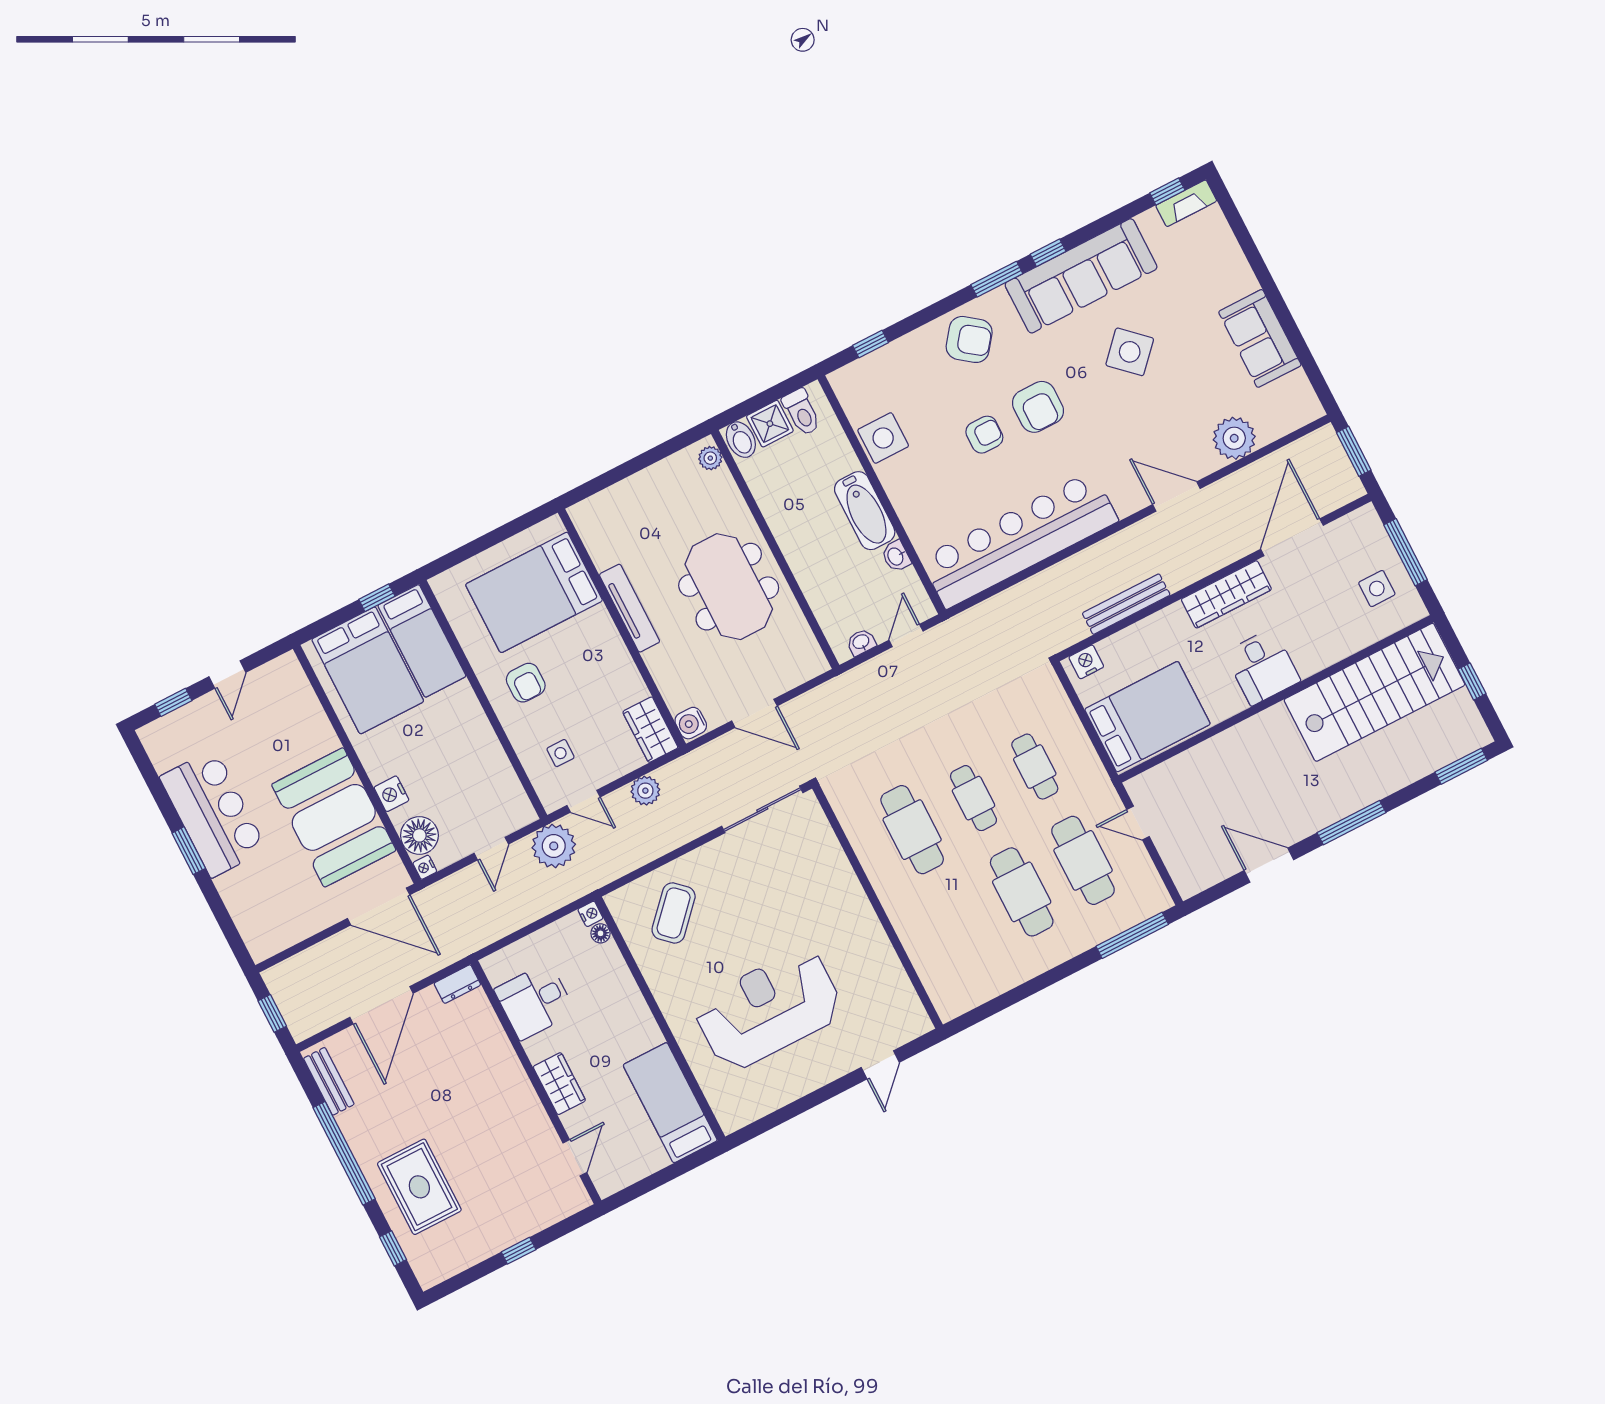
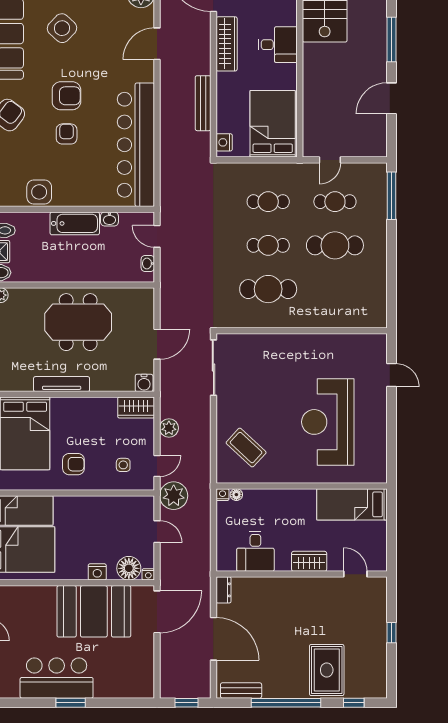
cafe table: (1083, 860) -> (335, 202), width x0.73, depth x0.74
rug: (419, 1187) -> (327, 670), turned 90

